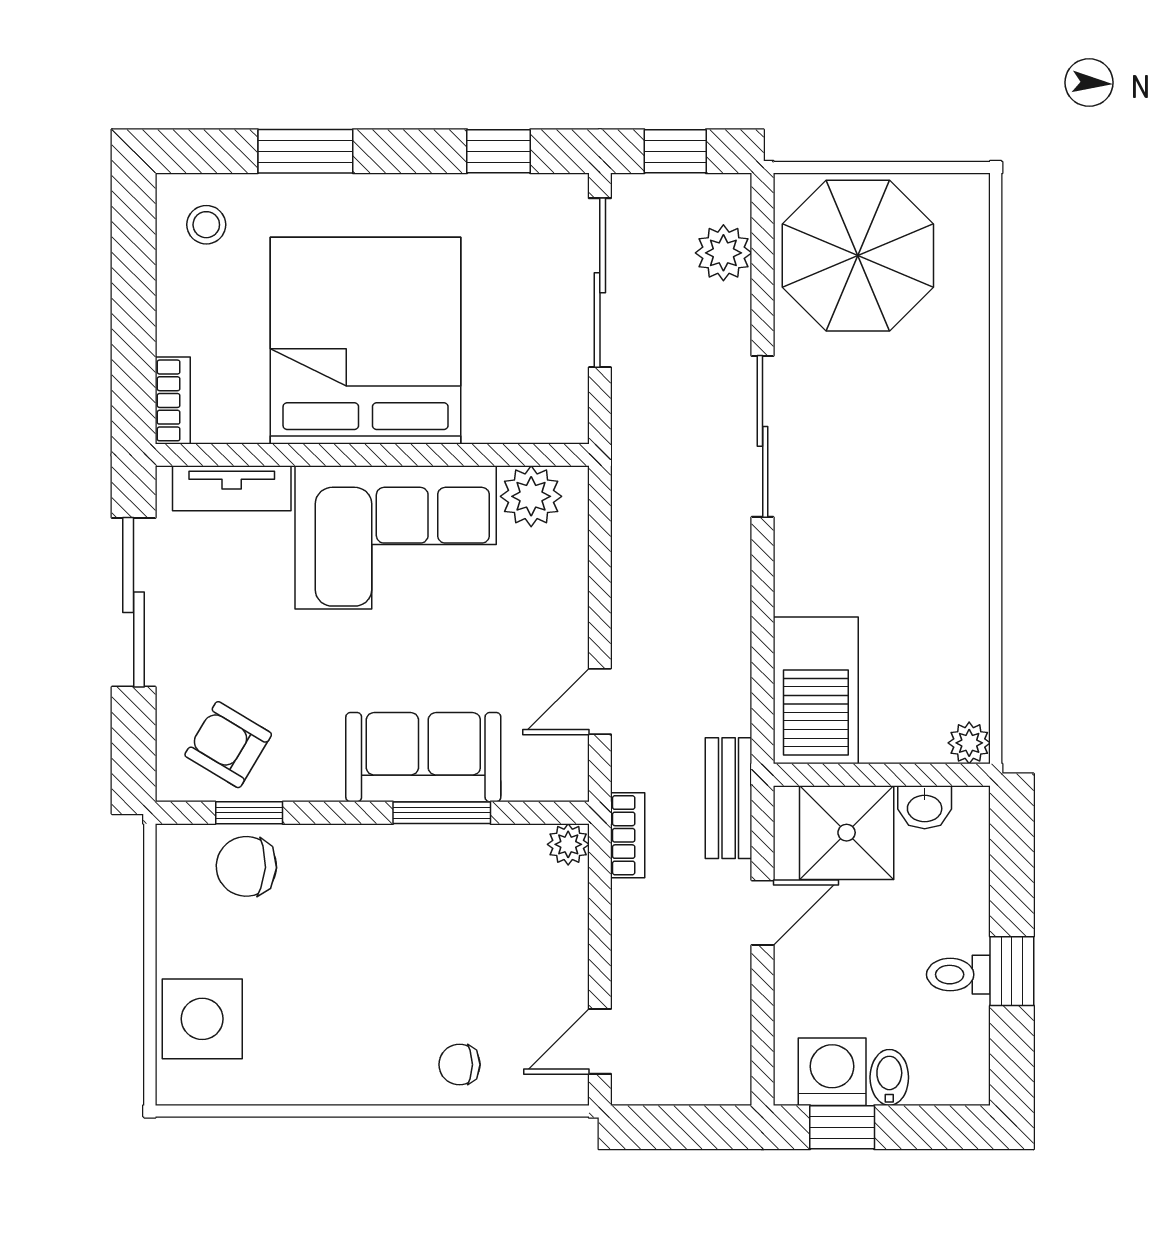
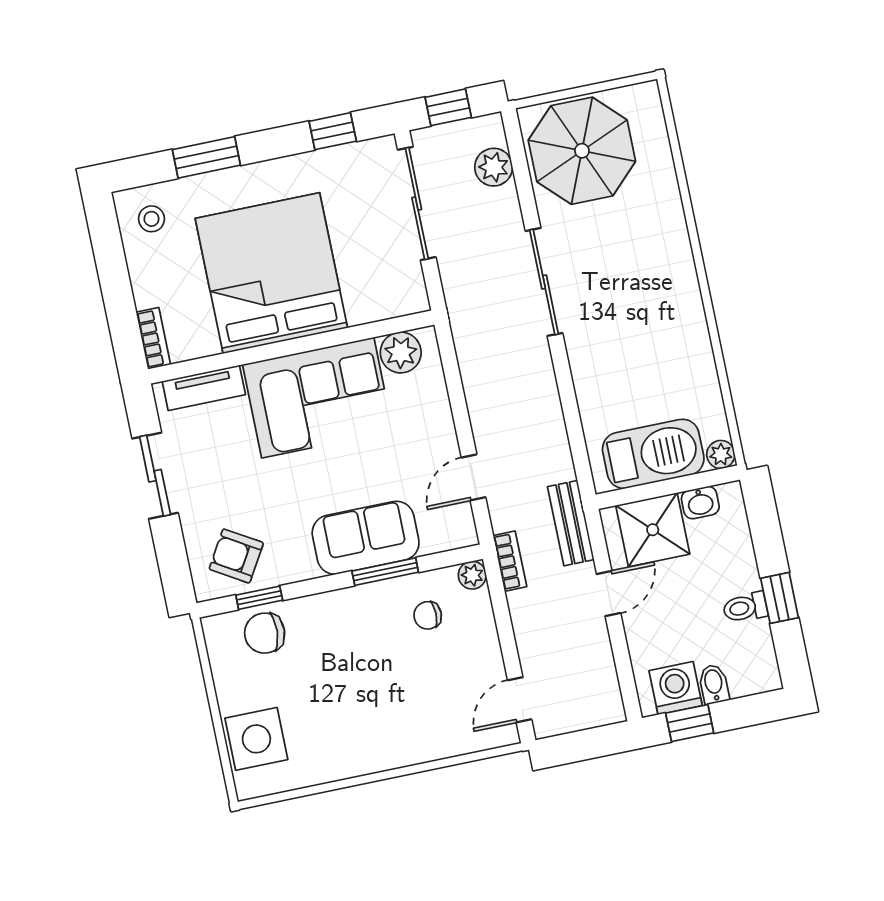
sliding door: (134, 602) -> (155, 476), width x0.73
barbecue: (816, 690) -> (653, 454), moved, turned -90
chair: (460, 1065) -> (428, 615), moved

